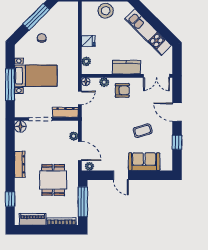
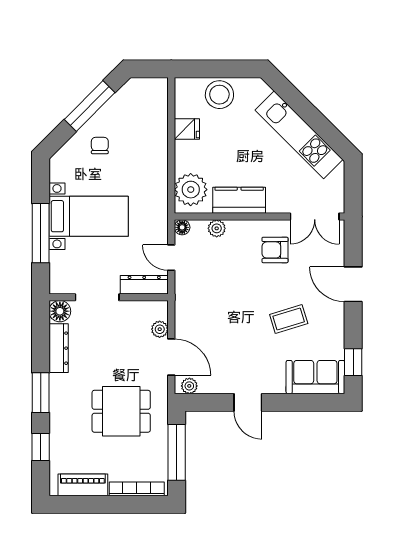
fridge: (88, 41) -> (187, 129), moved
plant: (86, 61) -> (191, 190), width x1.87, depth x1.87
kitchen counter: (126, 67) -> (239, 200), moved
armchair: (122, 90) -> (275, 250), moved, turned 180
door: (80, 98) -> (171, 258), swing flipped
window: (177, 142) -> (353, 362), moved
sofa: (144, 162) -> (315, 377), moved
dresser: (20, 164) -> (59, 348), moved
window: (10, 170) -> (41, 393), added
dining table: (53, 180) -> (121, 411), turned 90

